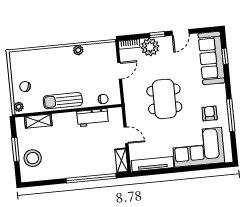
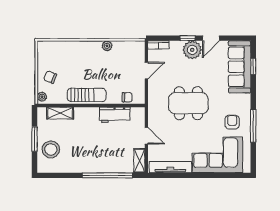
plant: (150, 47) -> (192, 50), moved
dining table: (164, 99) -> (188, 103), turned 90
sun lounger: (63, 101) -> (87, 95), turned 180

